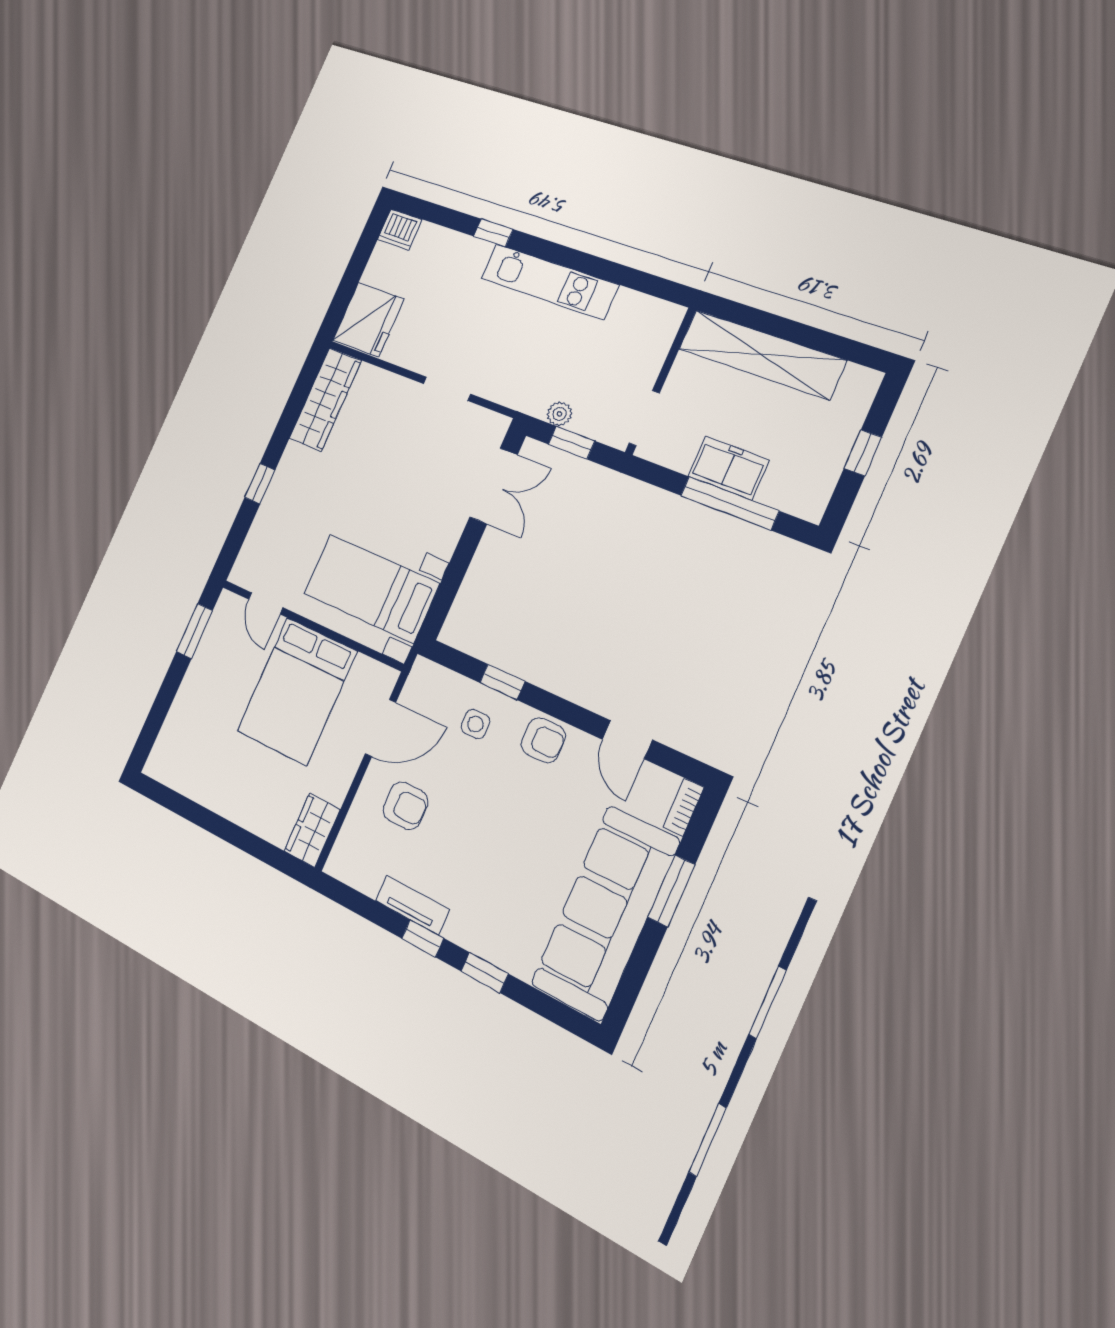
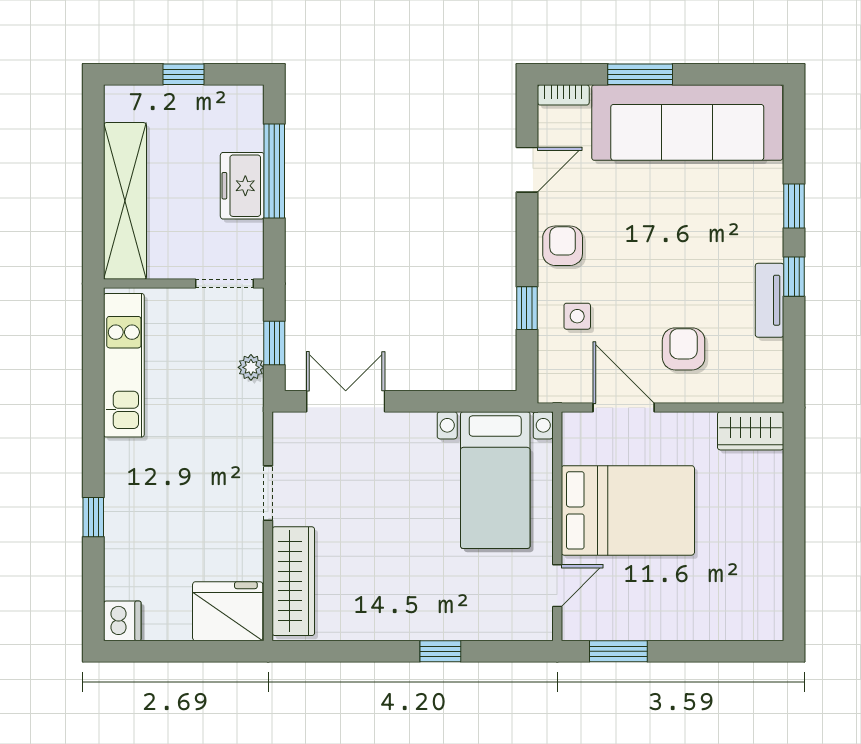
kitchen unit: (549, 282) -> (124, 365), moved
wardrobe: (325, 399) -> (293, 581), moved, turned 90

